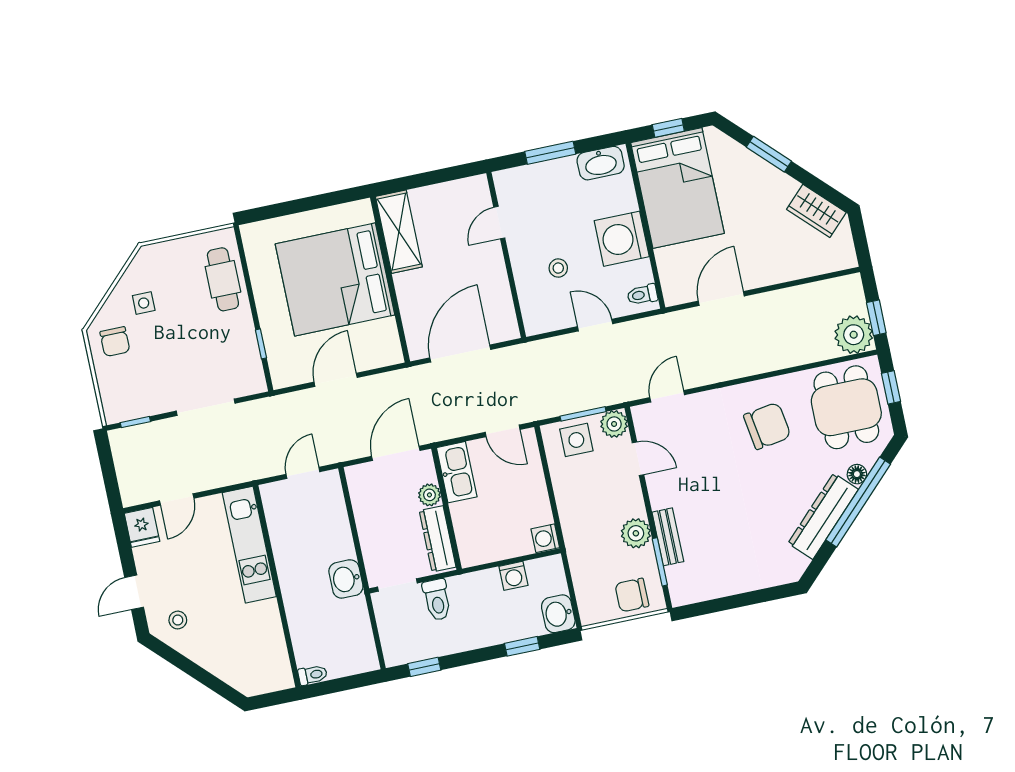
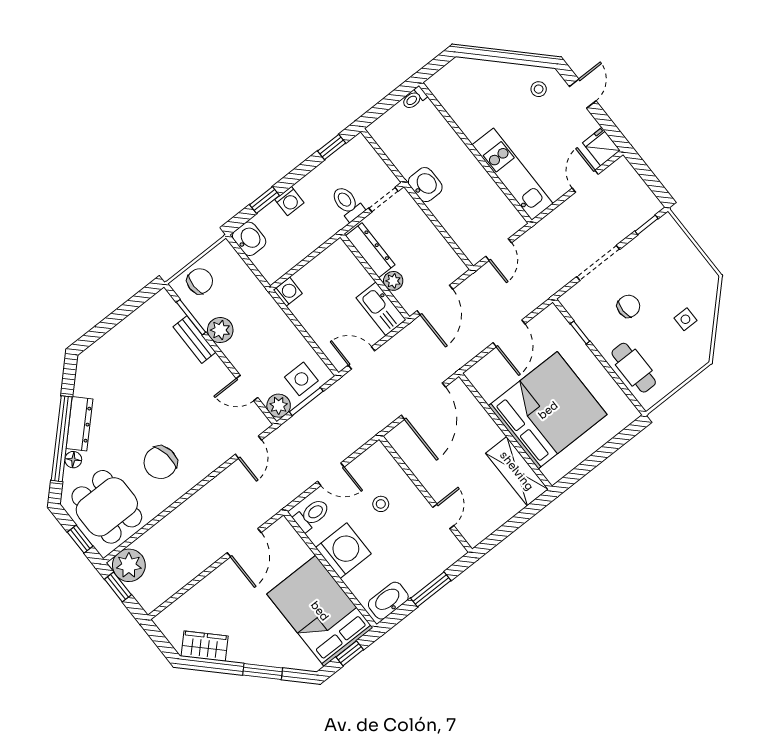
toilet: (642, 295) -> (312, 515), width x1.37, depth x1.39
chair: (115, 342) -> (628, 306), moved, turned 90
dresser: (823, 516) -> (79, 424), width x0.73, depth x0.80
washing machine: (513, 576) -> (289, 201), moved, turned 180

